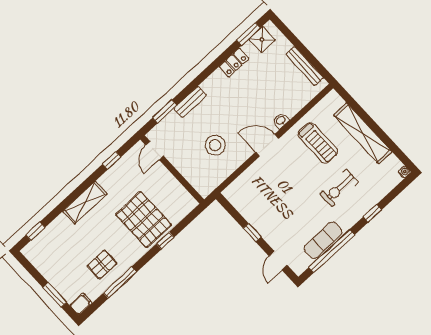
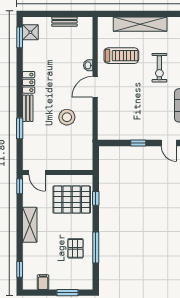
locker: (234, 63) -> (29, 82), moved
bench: (305, 66) -> (64, 22), width x0.73
door: (154, 150) -> (37, 173), moved
wall: (172, 169) -> (58, 173), moved
filing cabinet: (81, 304) -> (43, 282), moved

